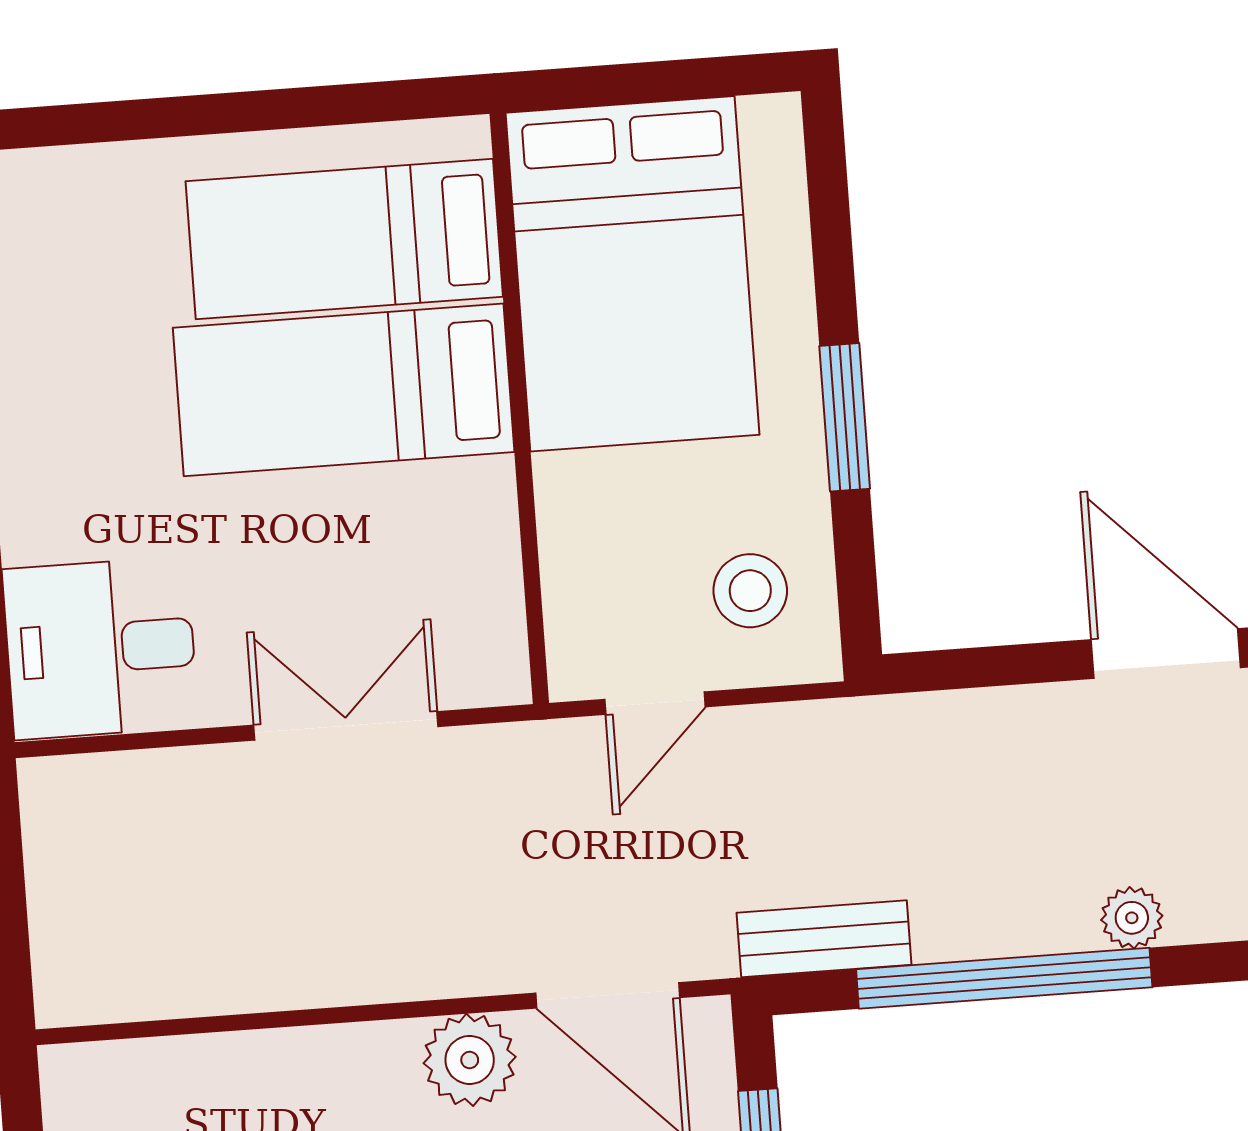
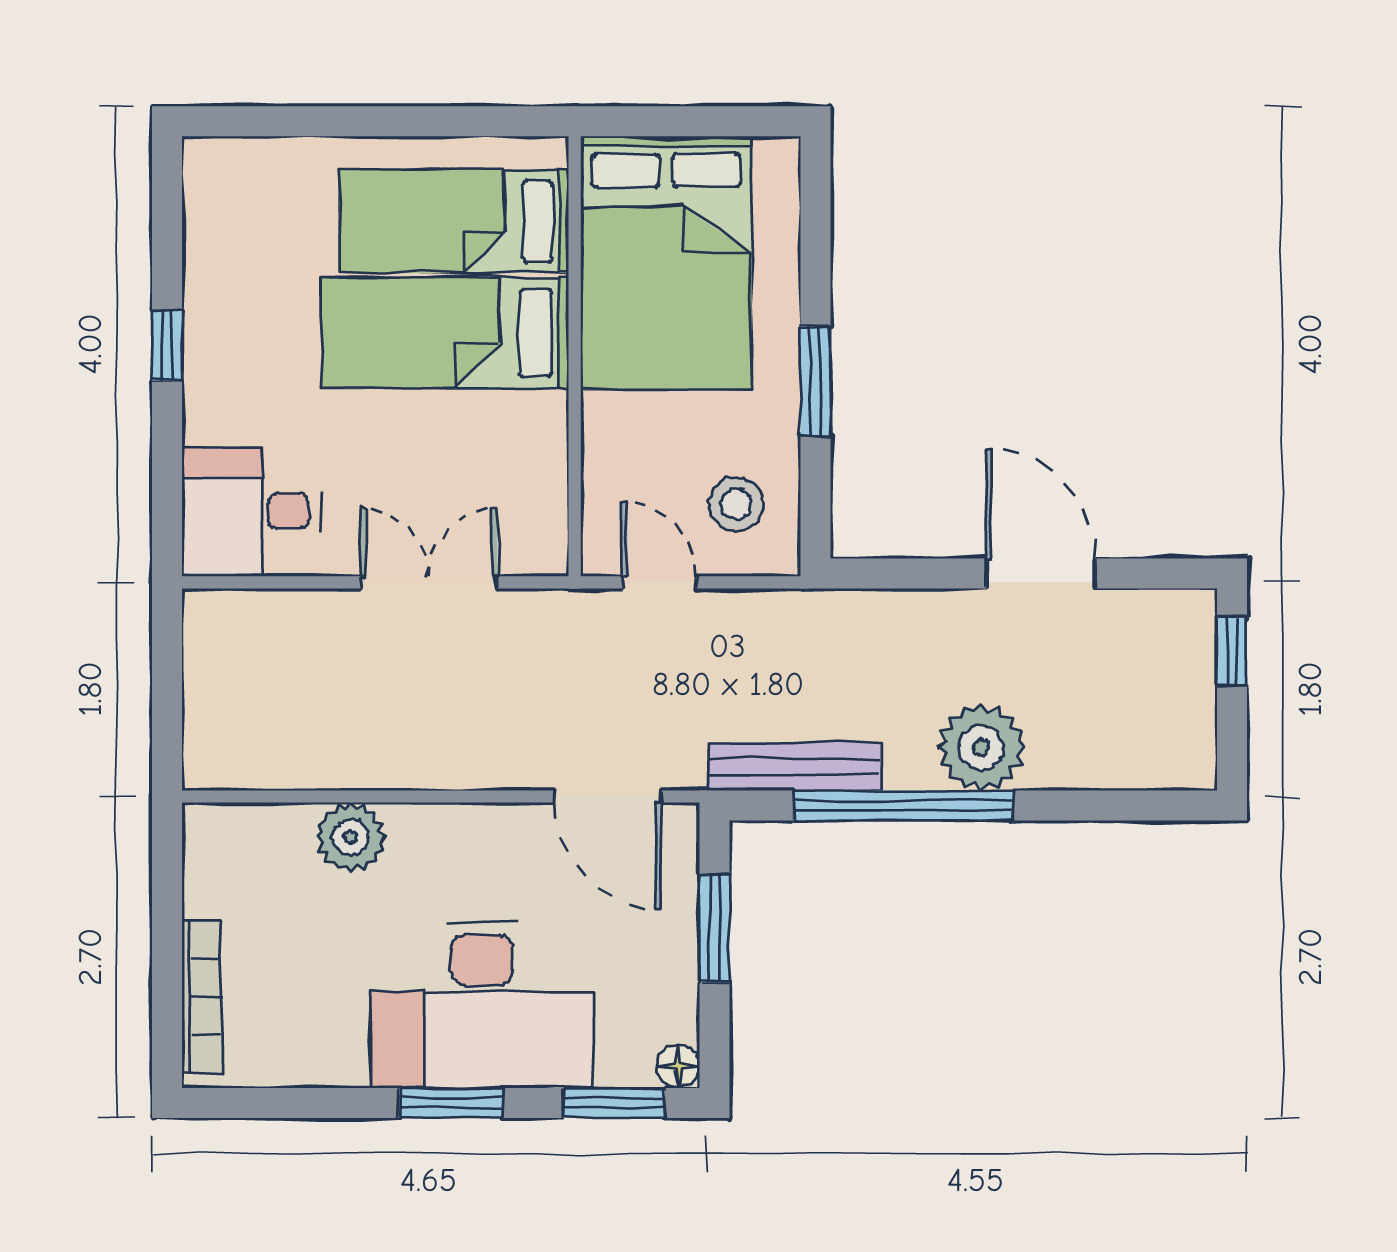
door: (655, 703) -> (659, 582), swing flipped
plant: (1132, 918) -> (981, 747), width x1.88, depth x1.88
bench: (824, 939) -> (795, 766), width x1.36
plant: (470, 1060) -> (351, 837), moved

